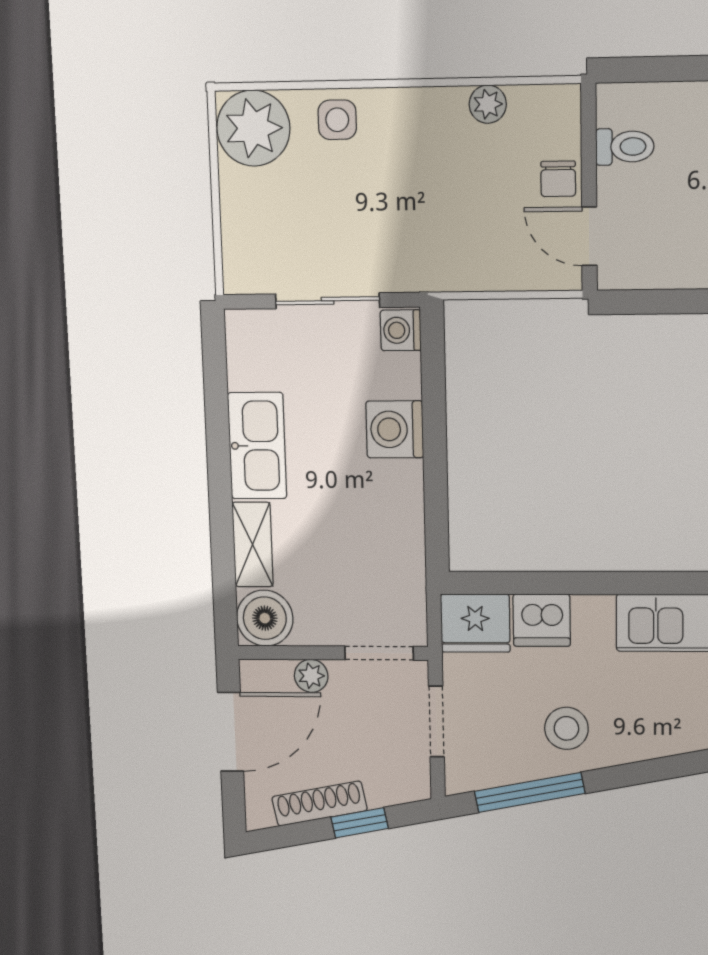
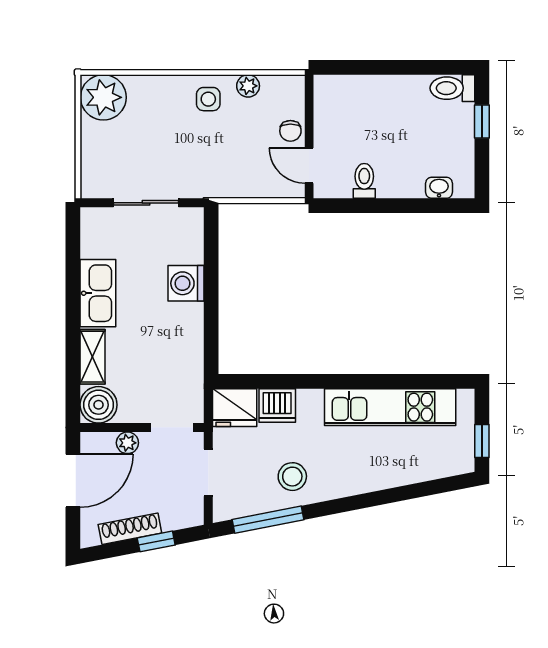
side table: (337, 120) -> (208, 99), moved
toilet: (625, 147) -> (364, 181), moved, turned -90
washing machine: (401, 330) -> (191, 222), removed

